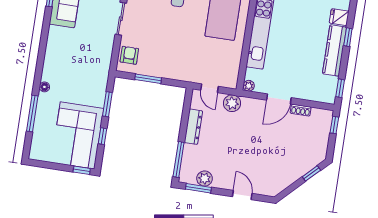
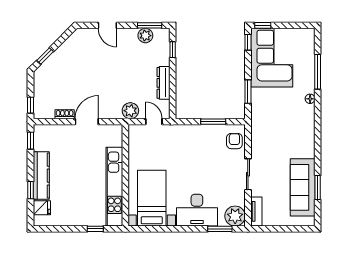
armchair: (129, 55) -> (234, 141), turned 180
plant: (249, 86) -> (117, 130), removed
window: (103, 136) -> (248, 42), moved
window: (179, 160) -> (173, 50), width x0.46

